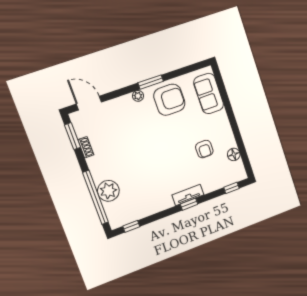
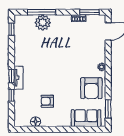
window: (151, 82) -> (108, 109), moved
window: (231, 188) -> (11, 95), moved
window: (96, 197) -> (41, 12), width x0.68

